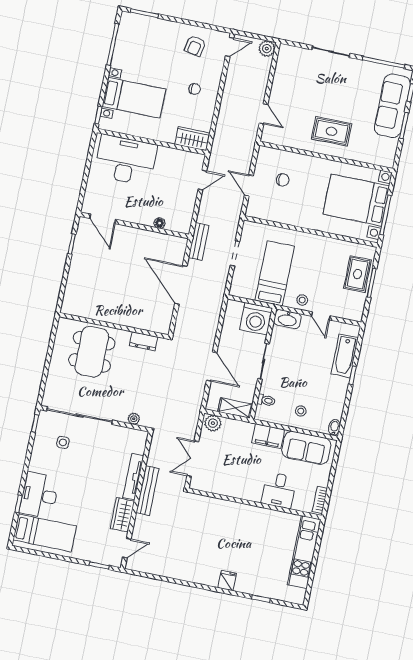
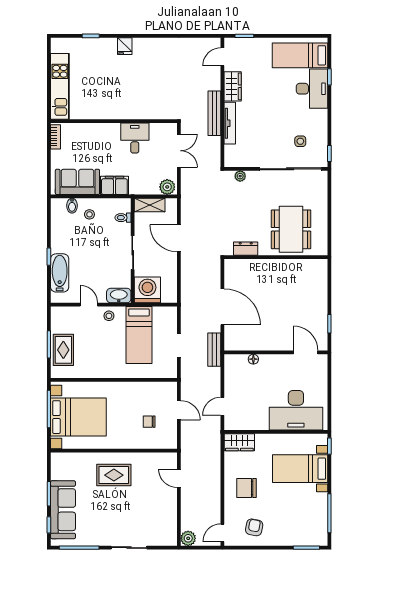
chair: (195, 89) -> (246, 488), width x1.87, depth x1.87
bidet: (334, 427) -> (72, 206), moved
desk: (279, 490) -> (135, 138), moved

